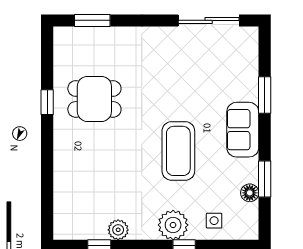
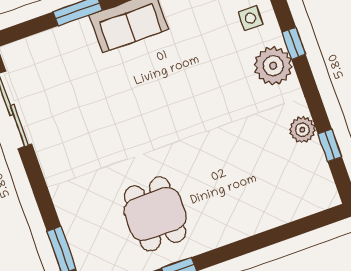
coffee table: (178, 151) -> (182, 91), removed

